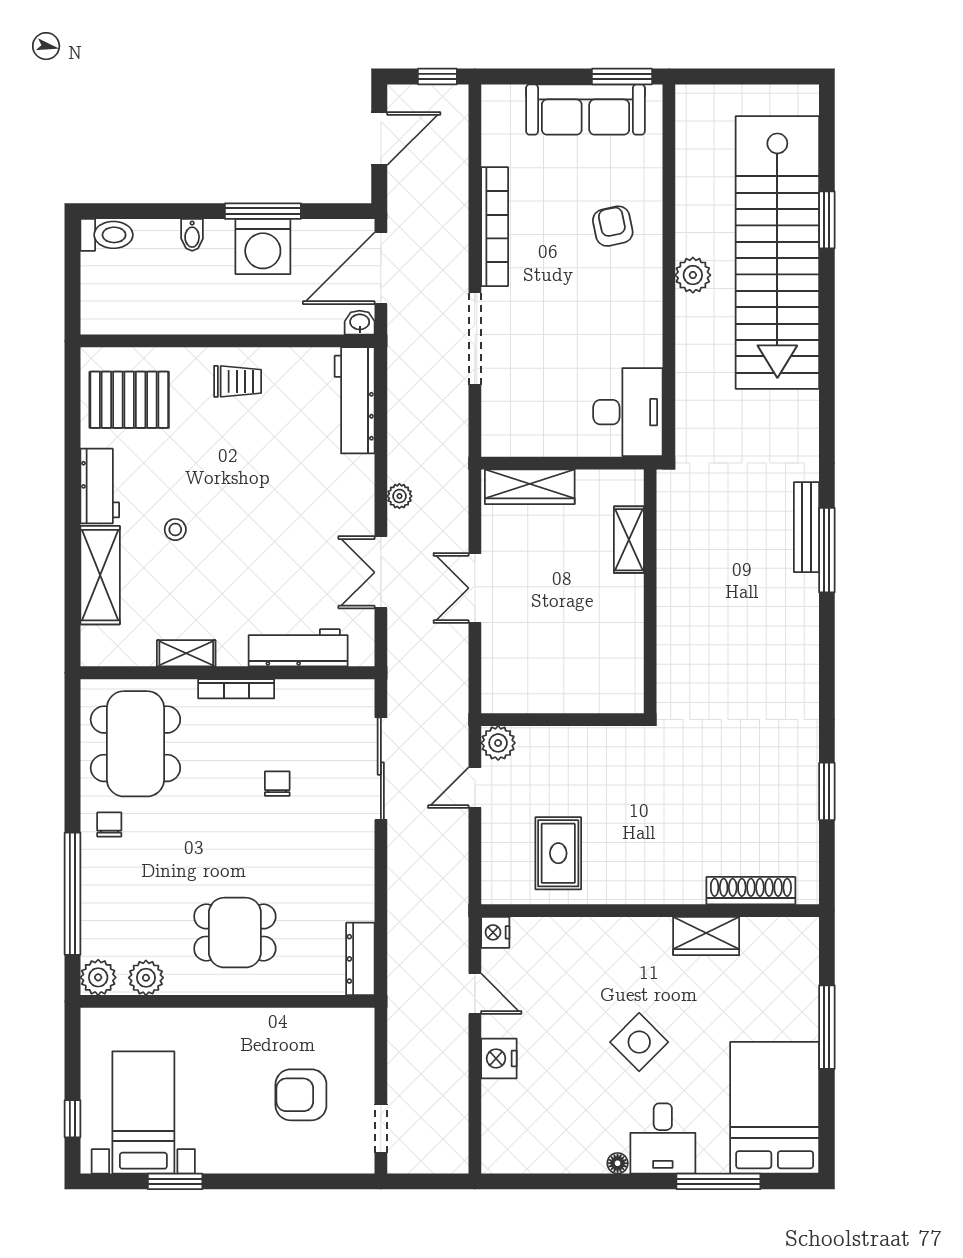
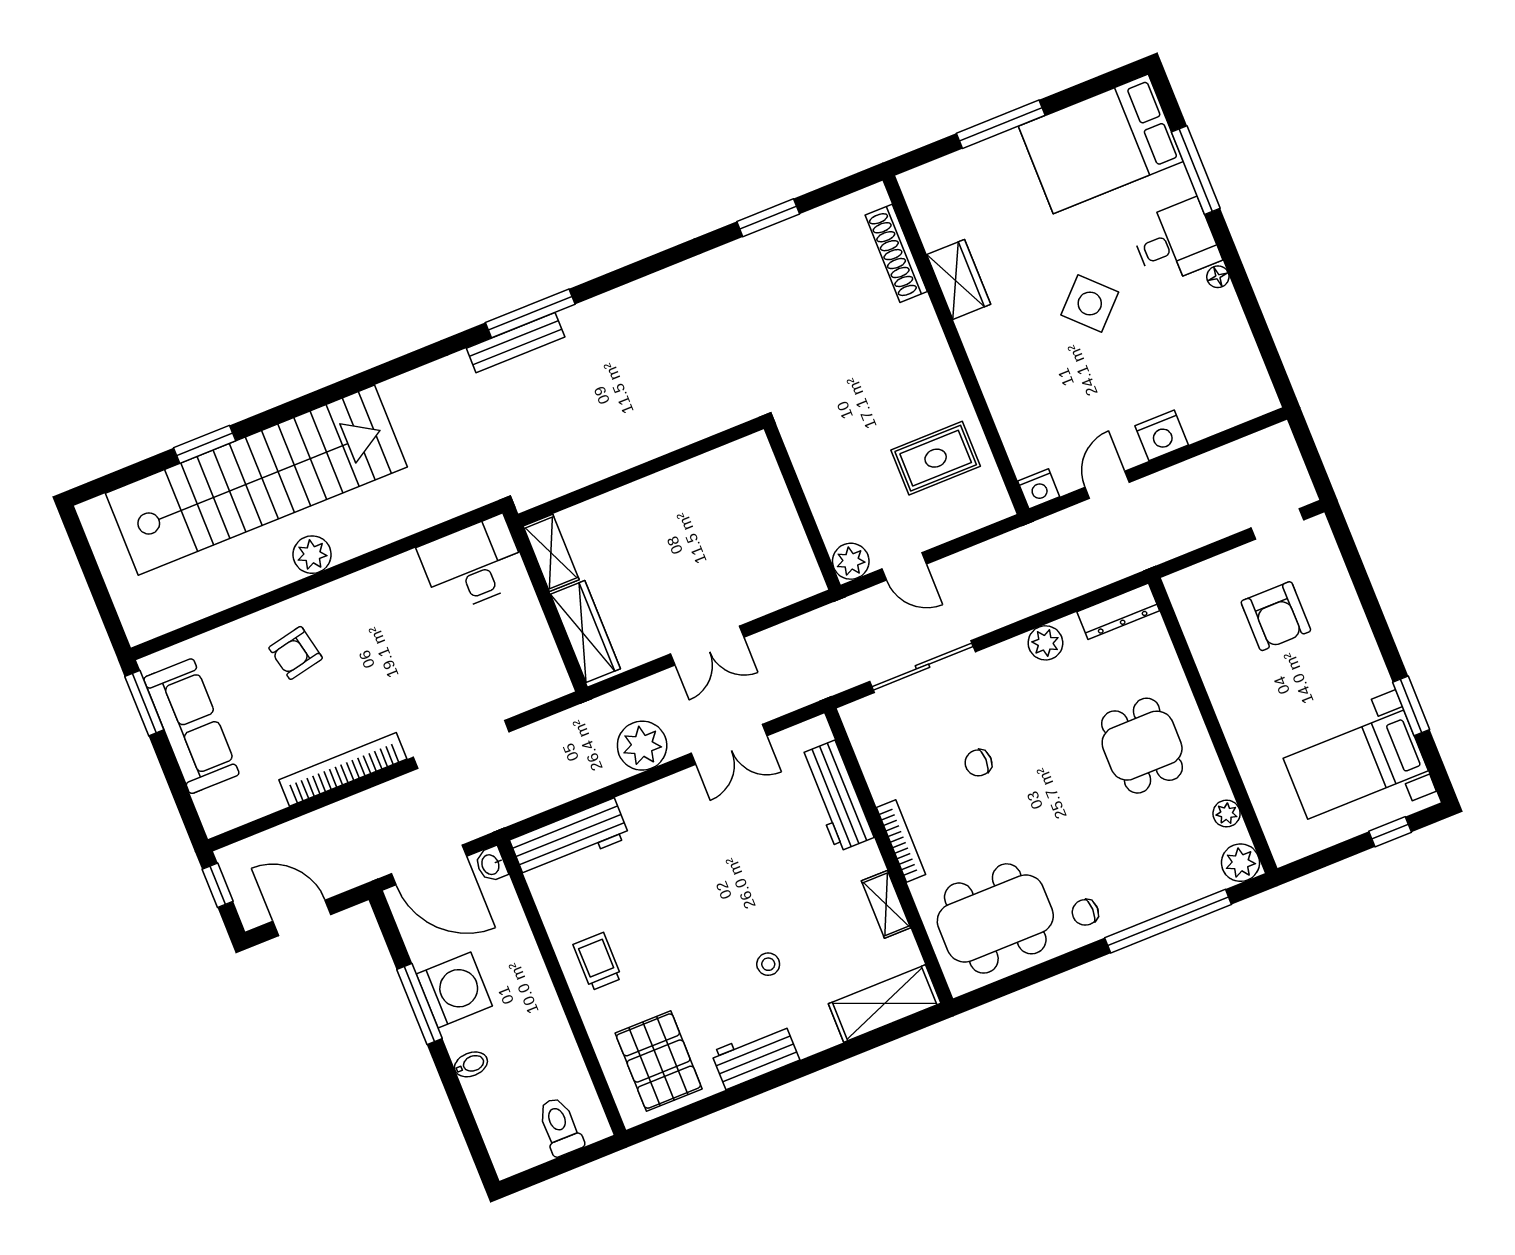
toilet: (107, 235) -> (560, 1126), moved
plant: (399, 496) -> (642, 746), width x1.88, depth x1.88
shelving: (629, 540) -> (551, 553), moved, turned 90
shelving: (100, 575) -> (885, 1004), moved
plant: (358, 884) -> (1045, 643), added
plant: (146, 978) -> (1227, 813), width x0.73, depth x0.73

